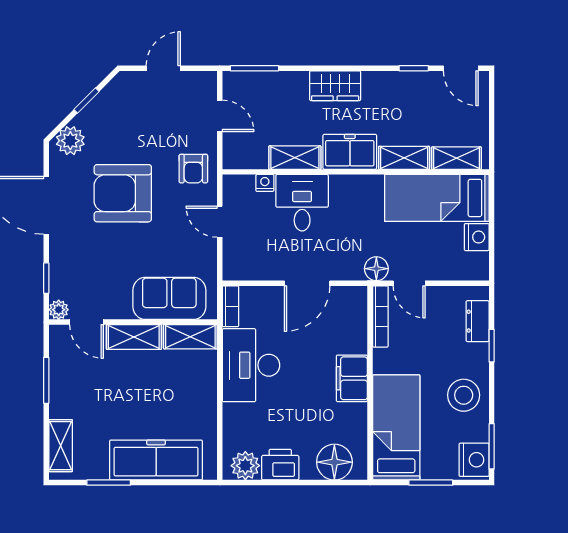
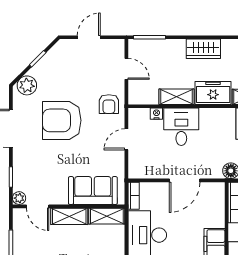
door: (220, 222) -> (126, 139), hinge flipped

